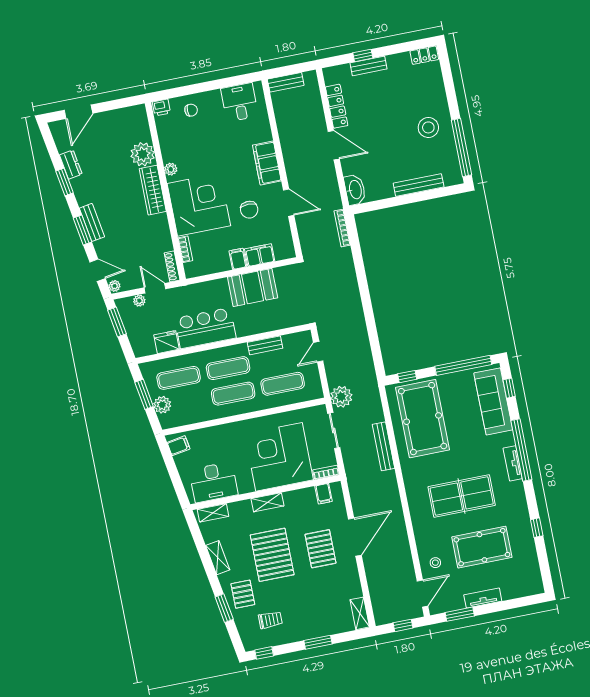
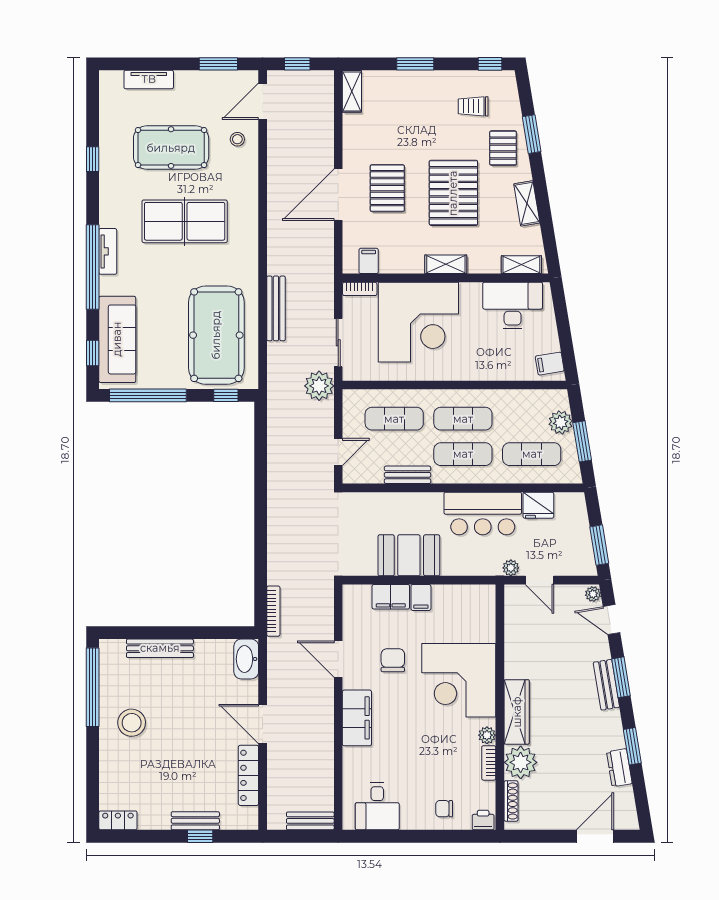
bookcase: (185, 249) -> (489, 763), moved
shoe rack: (172, 266) -> (511, 801), moved
plant: (139, 301) -> (511, 568), moved
tv unit: (483, 598) -> (149, 79), moved

